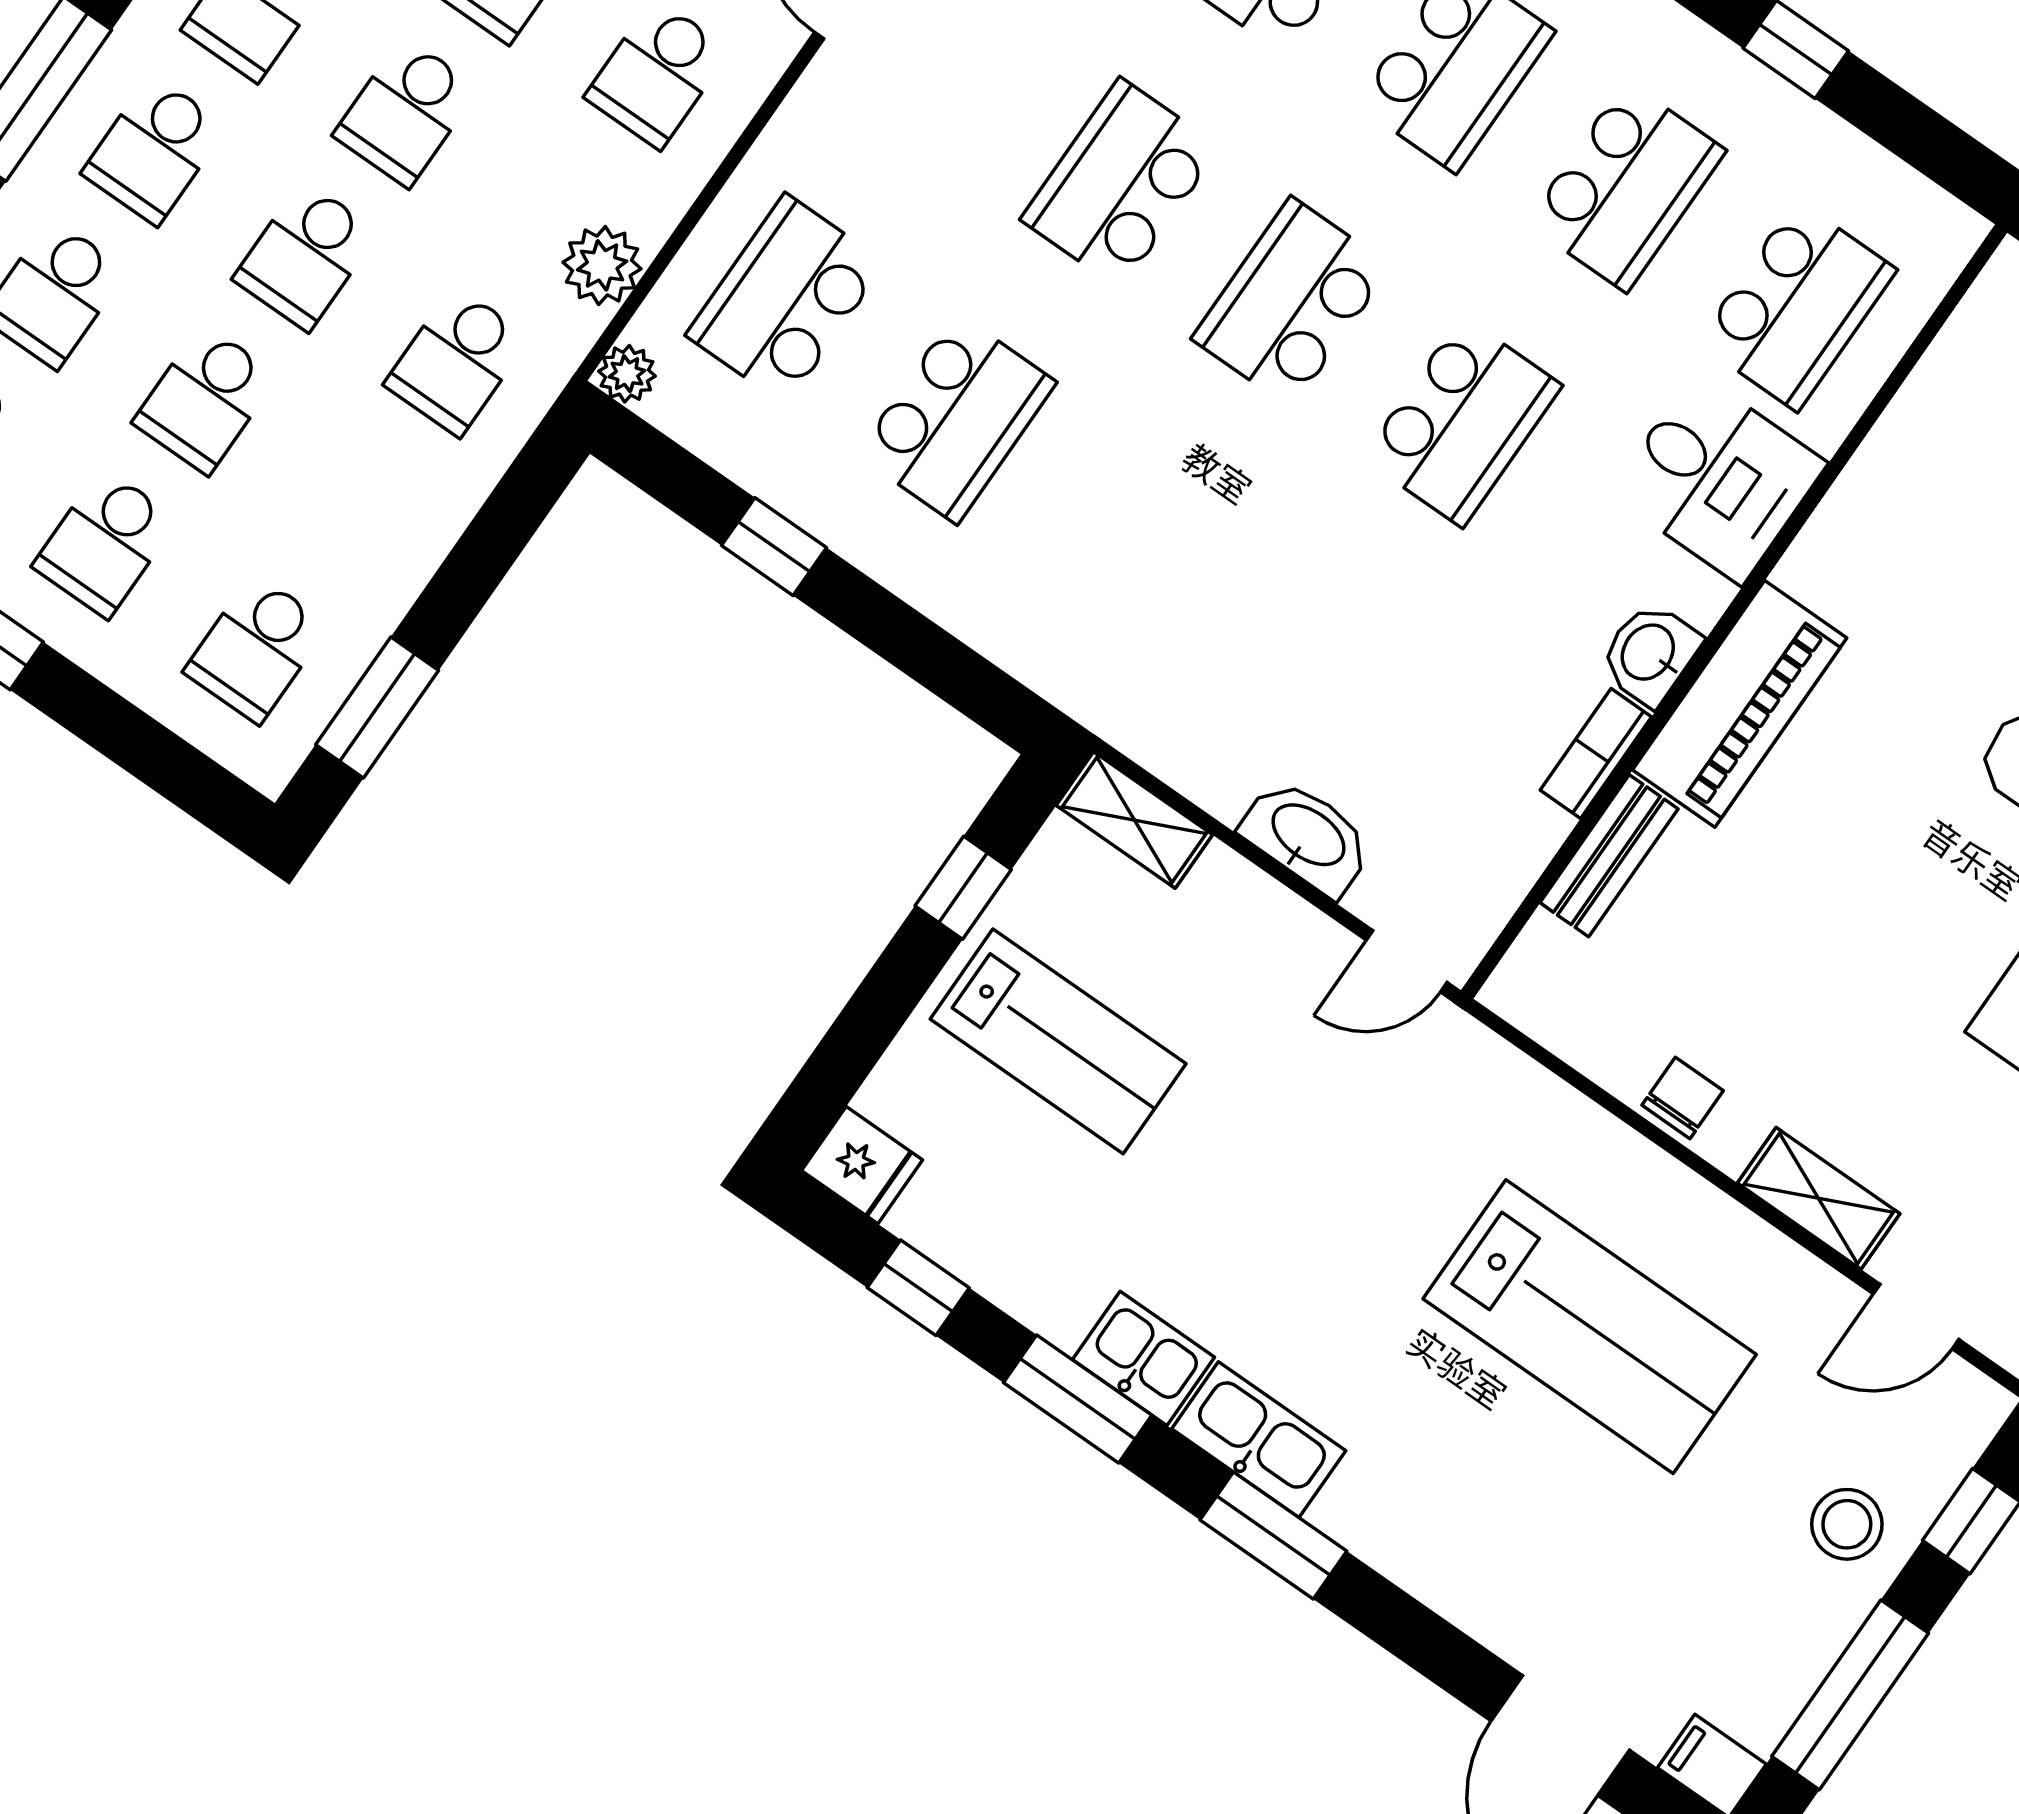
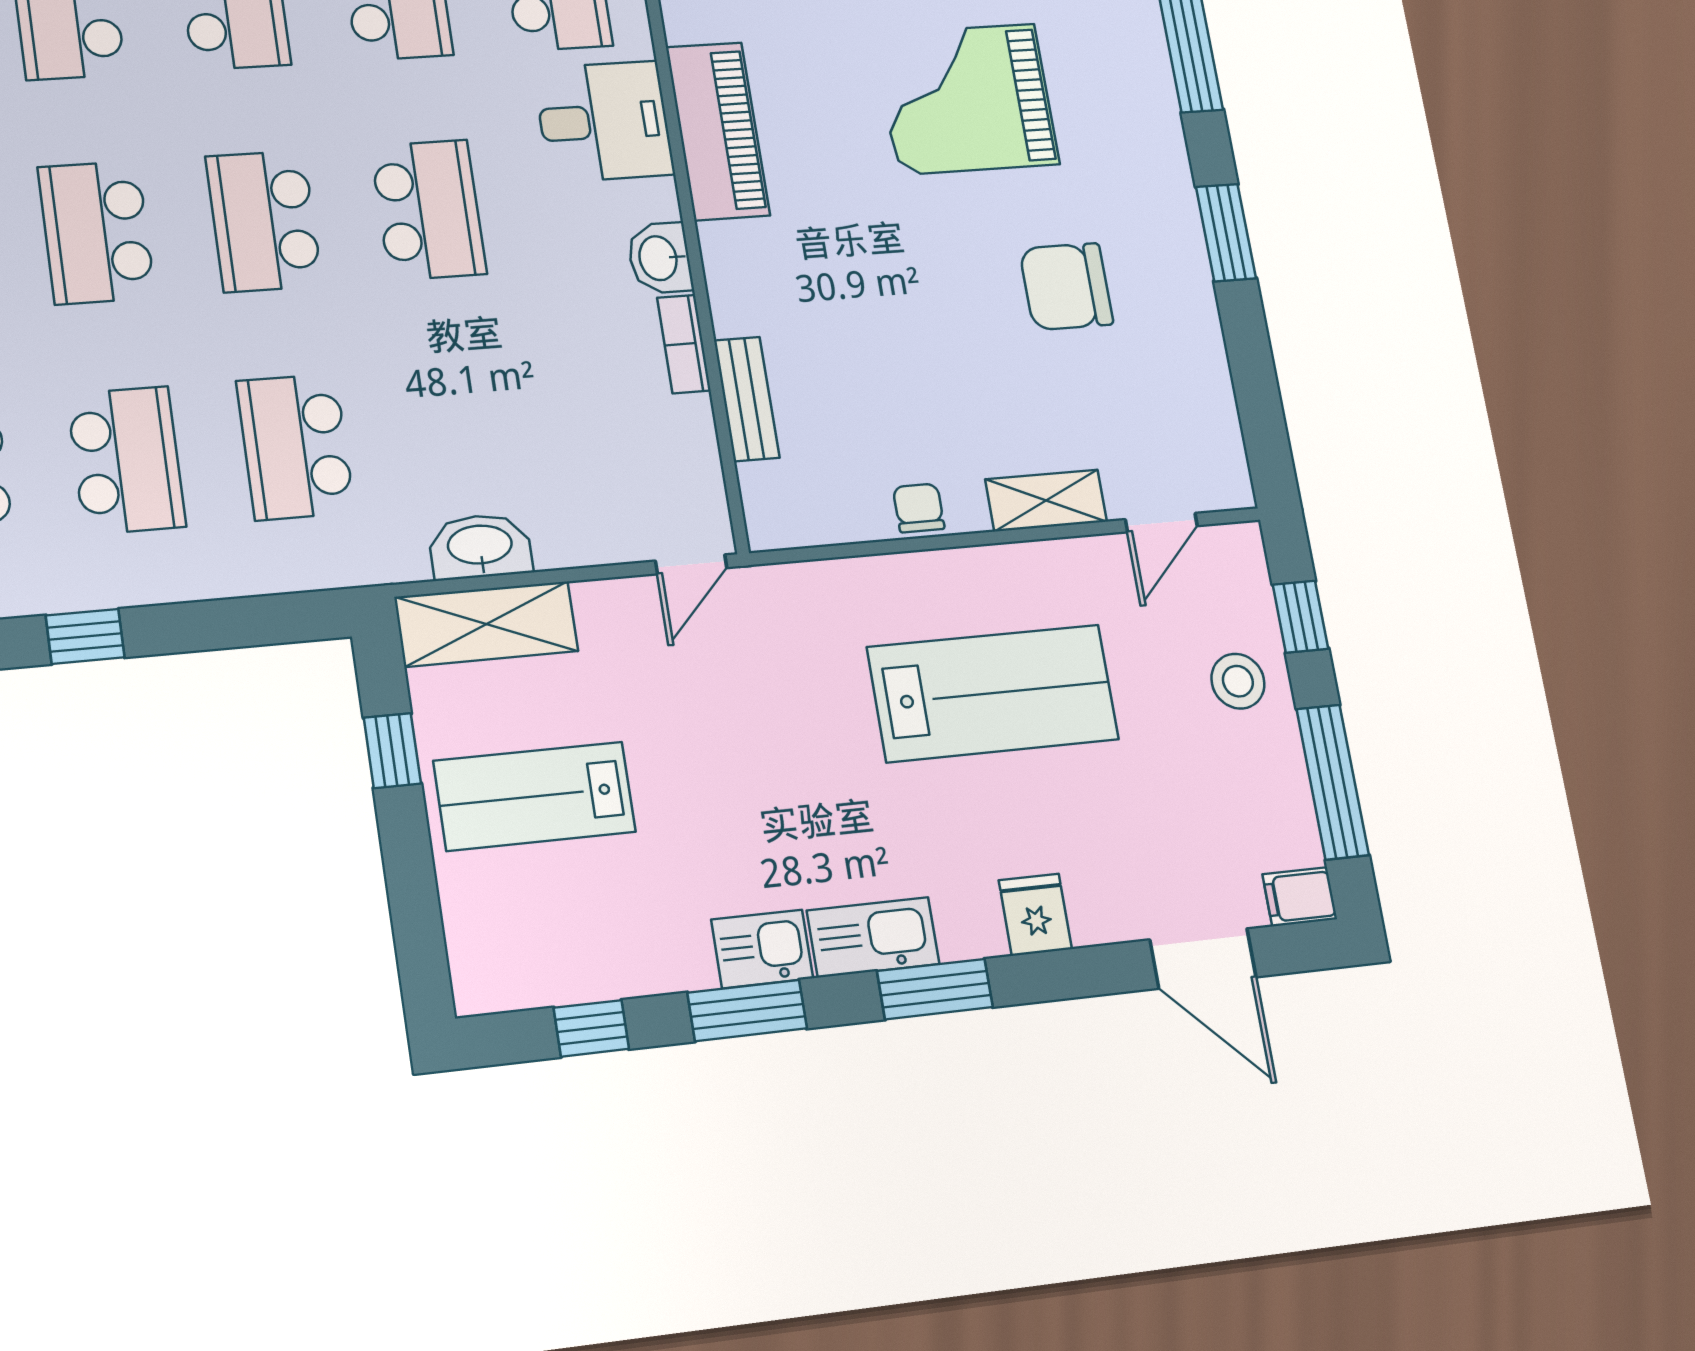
school desk: (1127, 538) -> (296, 447), added
piano: (1740, 704) -> (718, 131), moved
shelving: (1134, 820) -> (486, 624), width x1.50, depth x1.33
washbasin: (1307, 837) -> (480, 546), moved
lab bench: (1058, 1041) -> (535, 796), turned 180
fridge: (862, 1165) -> (1035, 915), moved, turned -90

